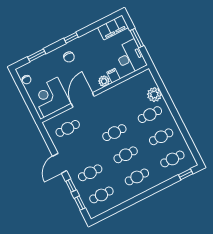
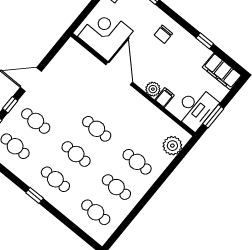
window: (71, 38) -> (205, 41), moved
window: (137, 38) -> (213, 116), moved
plant: (154, 95) -> (172, 146), moved
door: (83, 100) -> (119, 74), hinge flipped
cafe table: (68, 128) -> (77, 71), removed
window: (186, 174) -> (35, 196), moved

